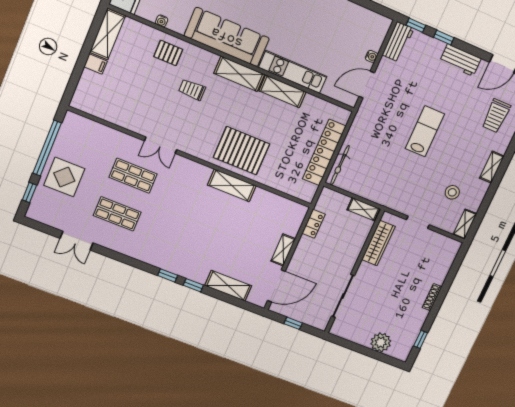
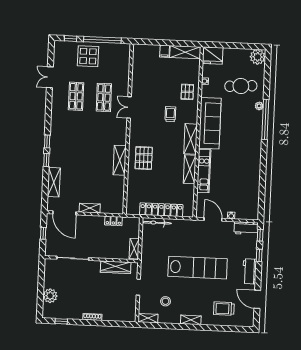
lab bench: (425, 131) -> (198, 268), width x1.86, depth x1.39
pallet: (241, 151) -> (144, 158), width x0.73, depth x0.71

